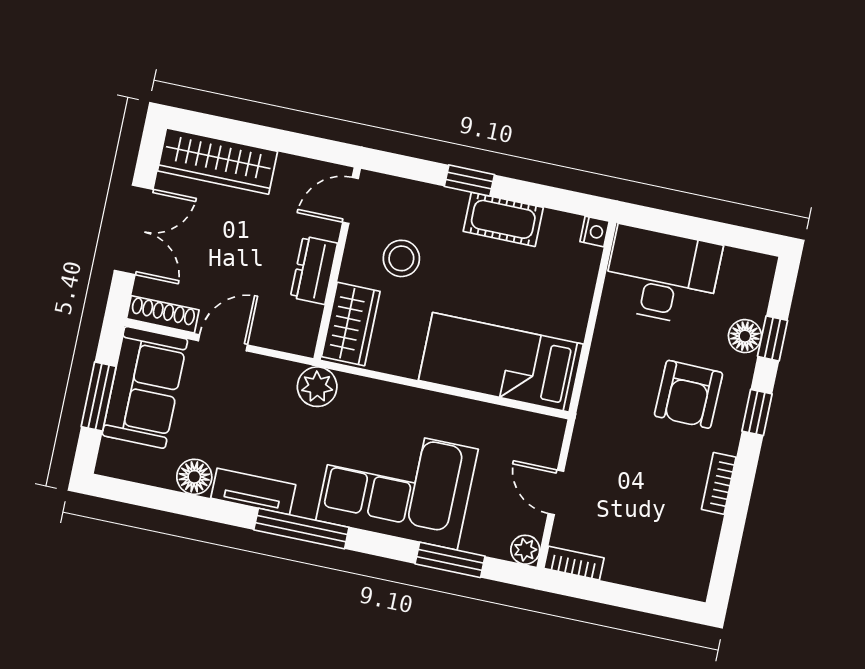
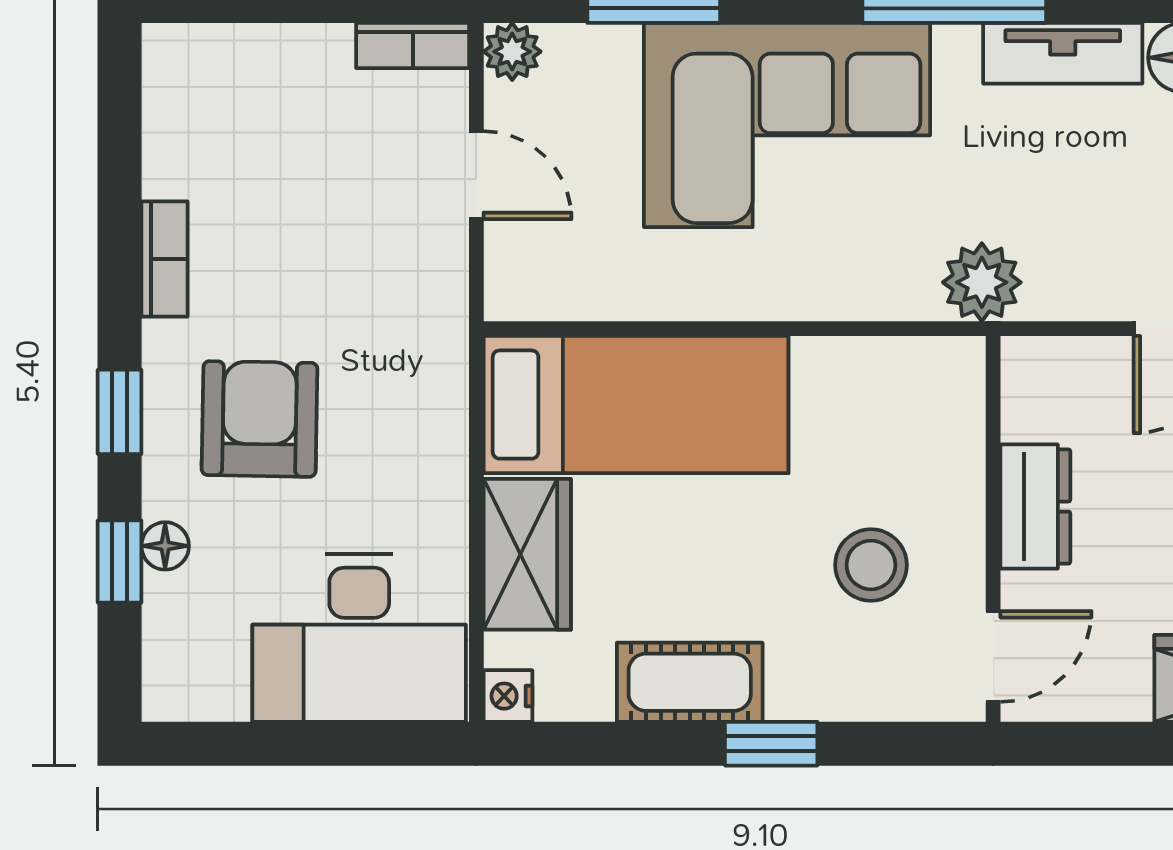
wardrobe: (351, 324) -> (527, 554), moved, turned 180
floor lamp: (745, 336) -> (165, 546), width x0.73, depth x0.73

